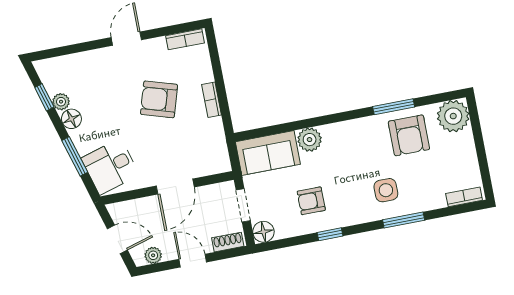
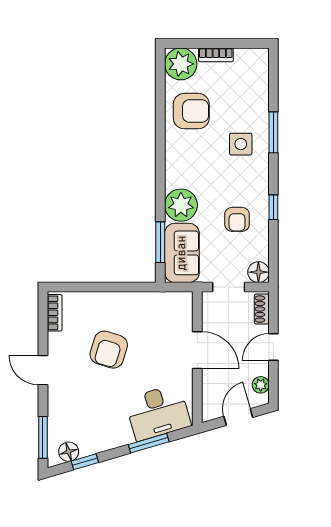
window: (60, 51) -> (43, 437), added
bookcase: (211, 100) -> (119, 298), removed
plant: (61, 102) -> (92, 446), removed
window: (394, 107) -> (160, 242), moved
floor lamp: (71, 119) -> (69, 452), moved
plant: (310, 140) -> (181, 205), width x1.36, depth x1.36
desk: (110, 167) -> (158, 412), width x1.37
bookcase: (464, 197) -> (216, 55), moved, turned -90

